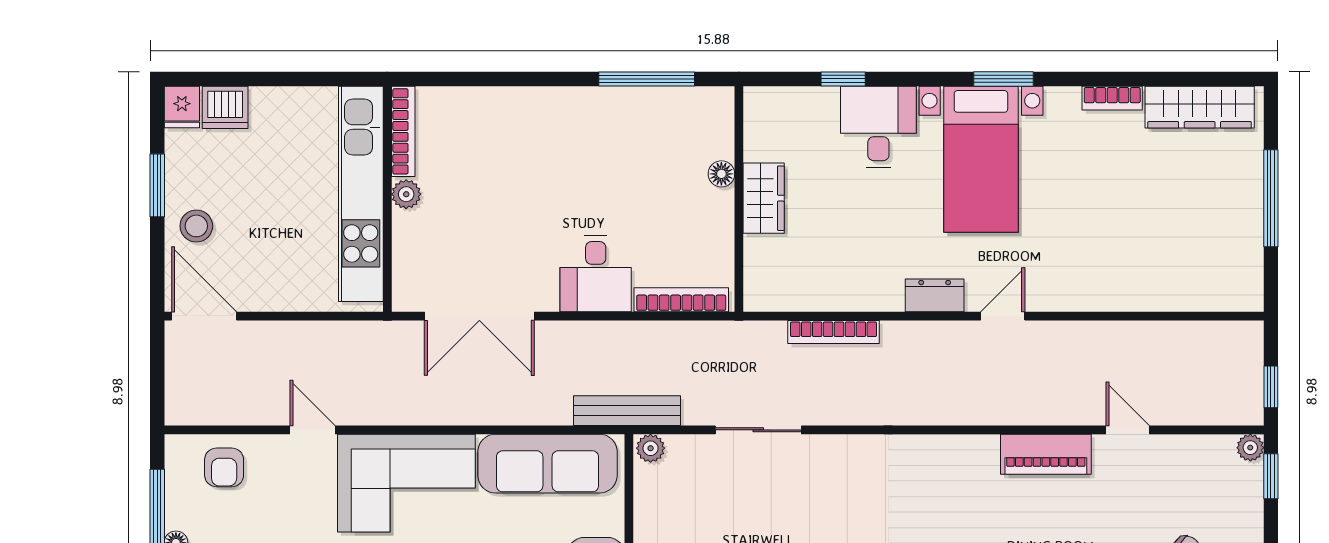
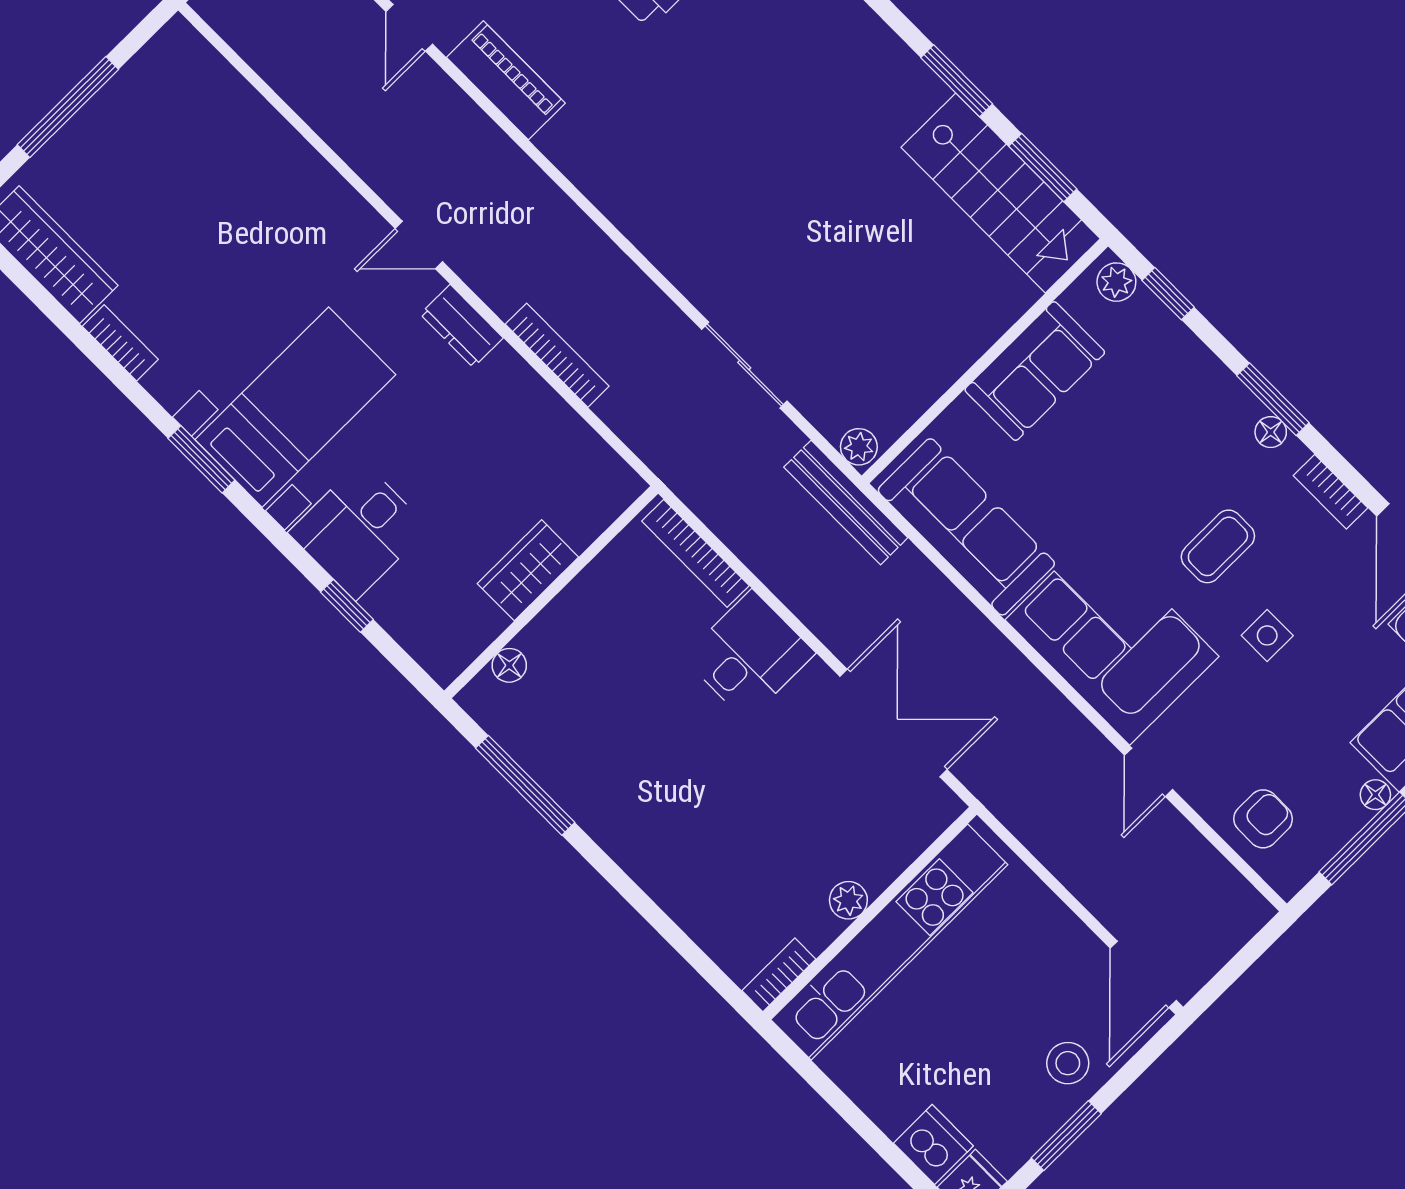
bookcase: (403, 131) -> (779, 975), width x0.64
floor lamp: (721, 174) -> (509, 665), moved
bookcase: (834, 332) -> (557, 355), moved

